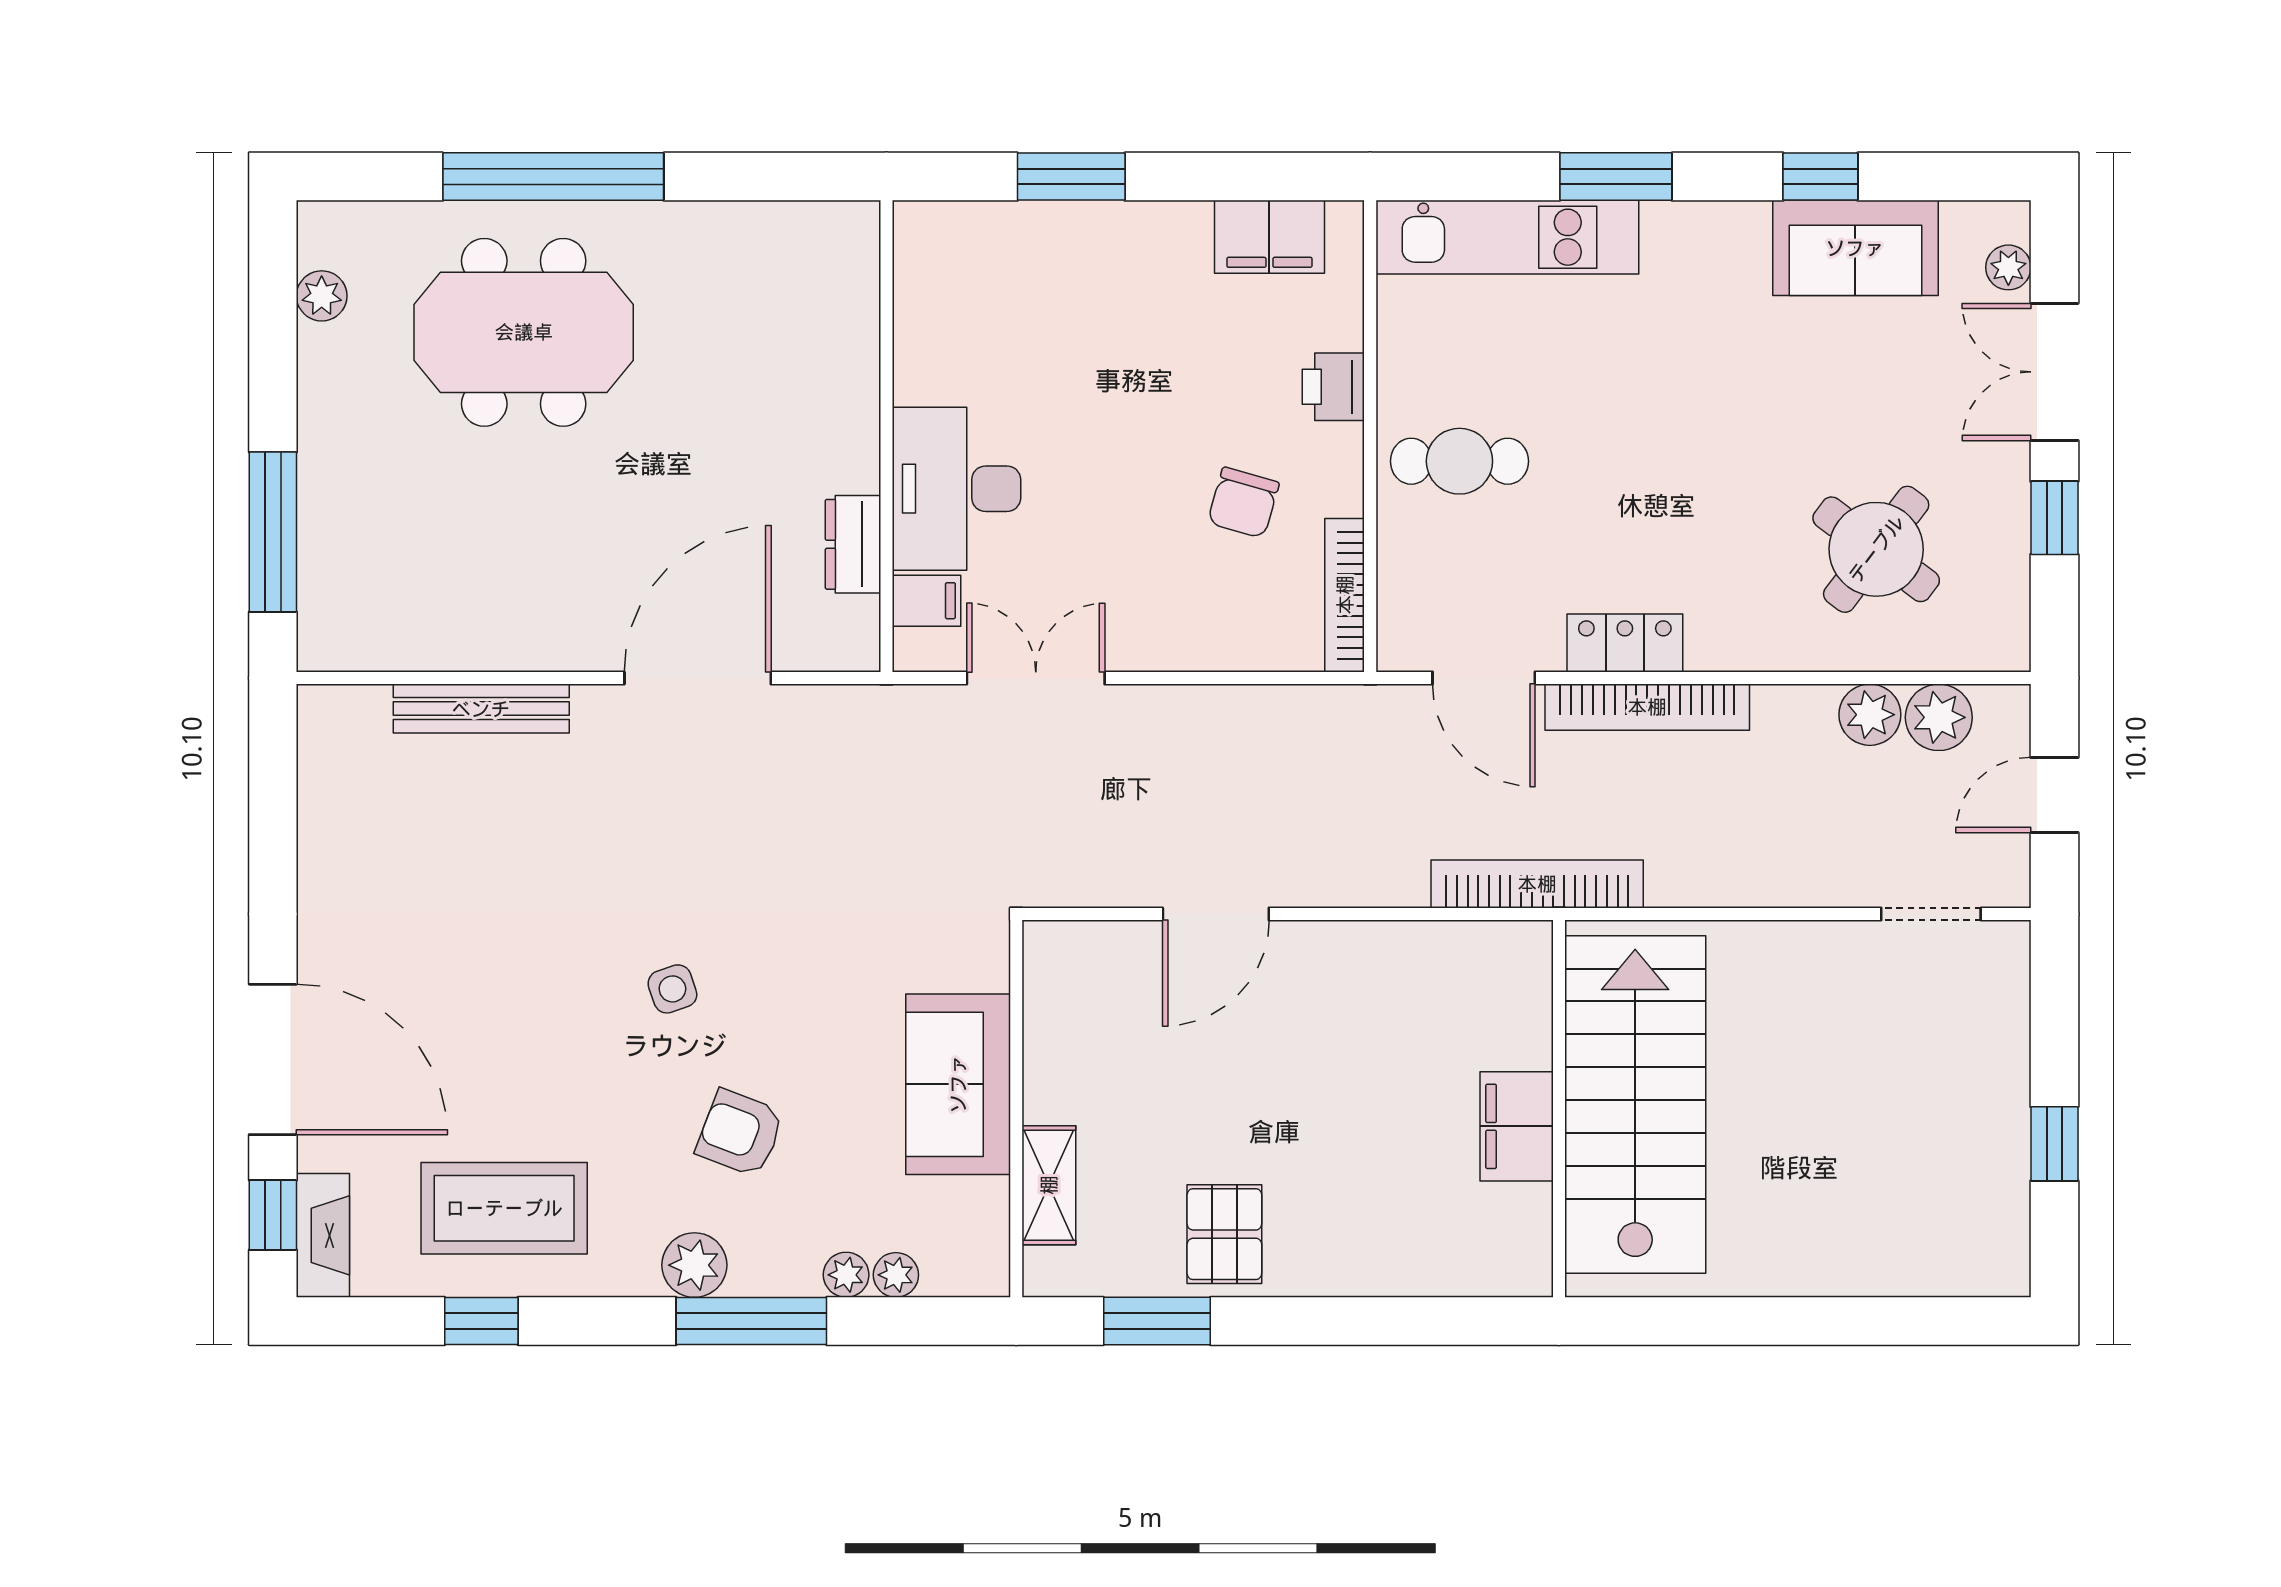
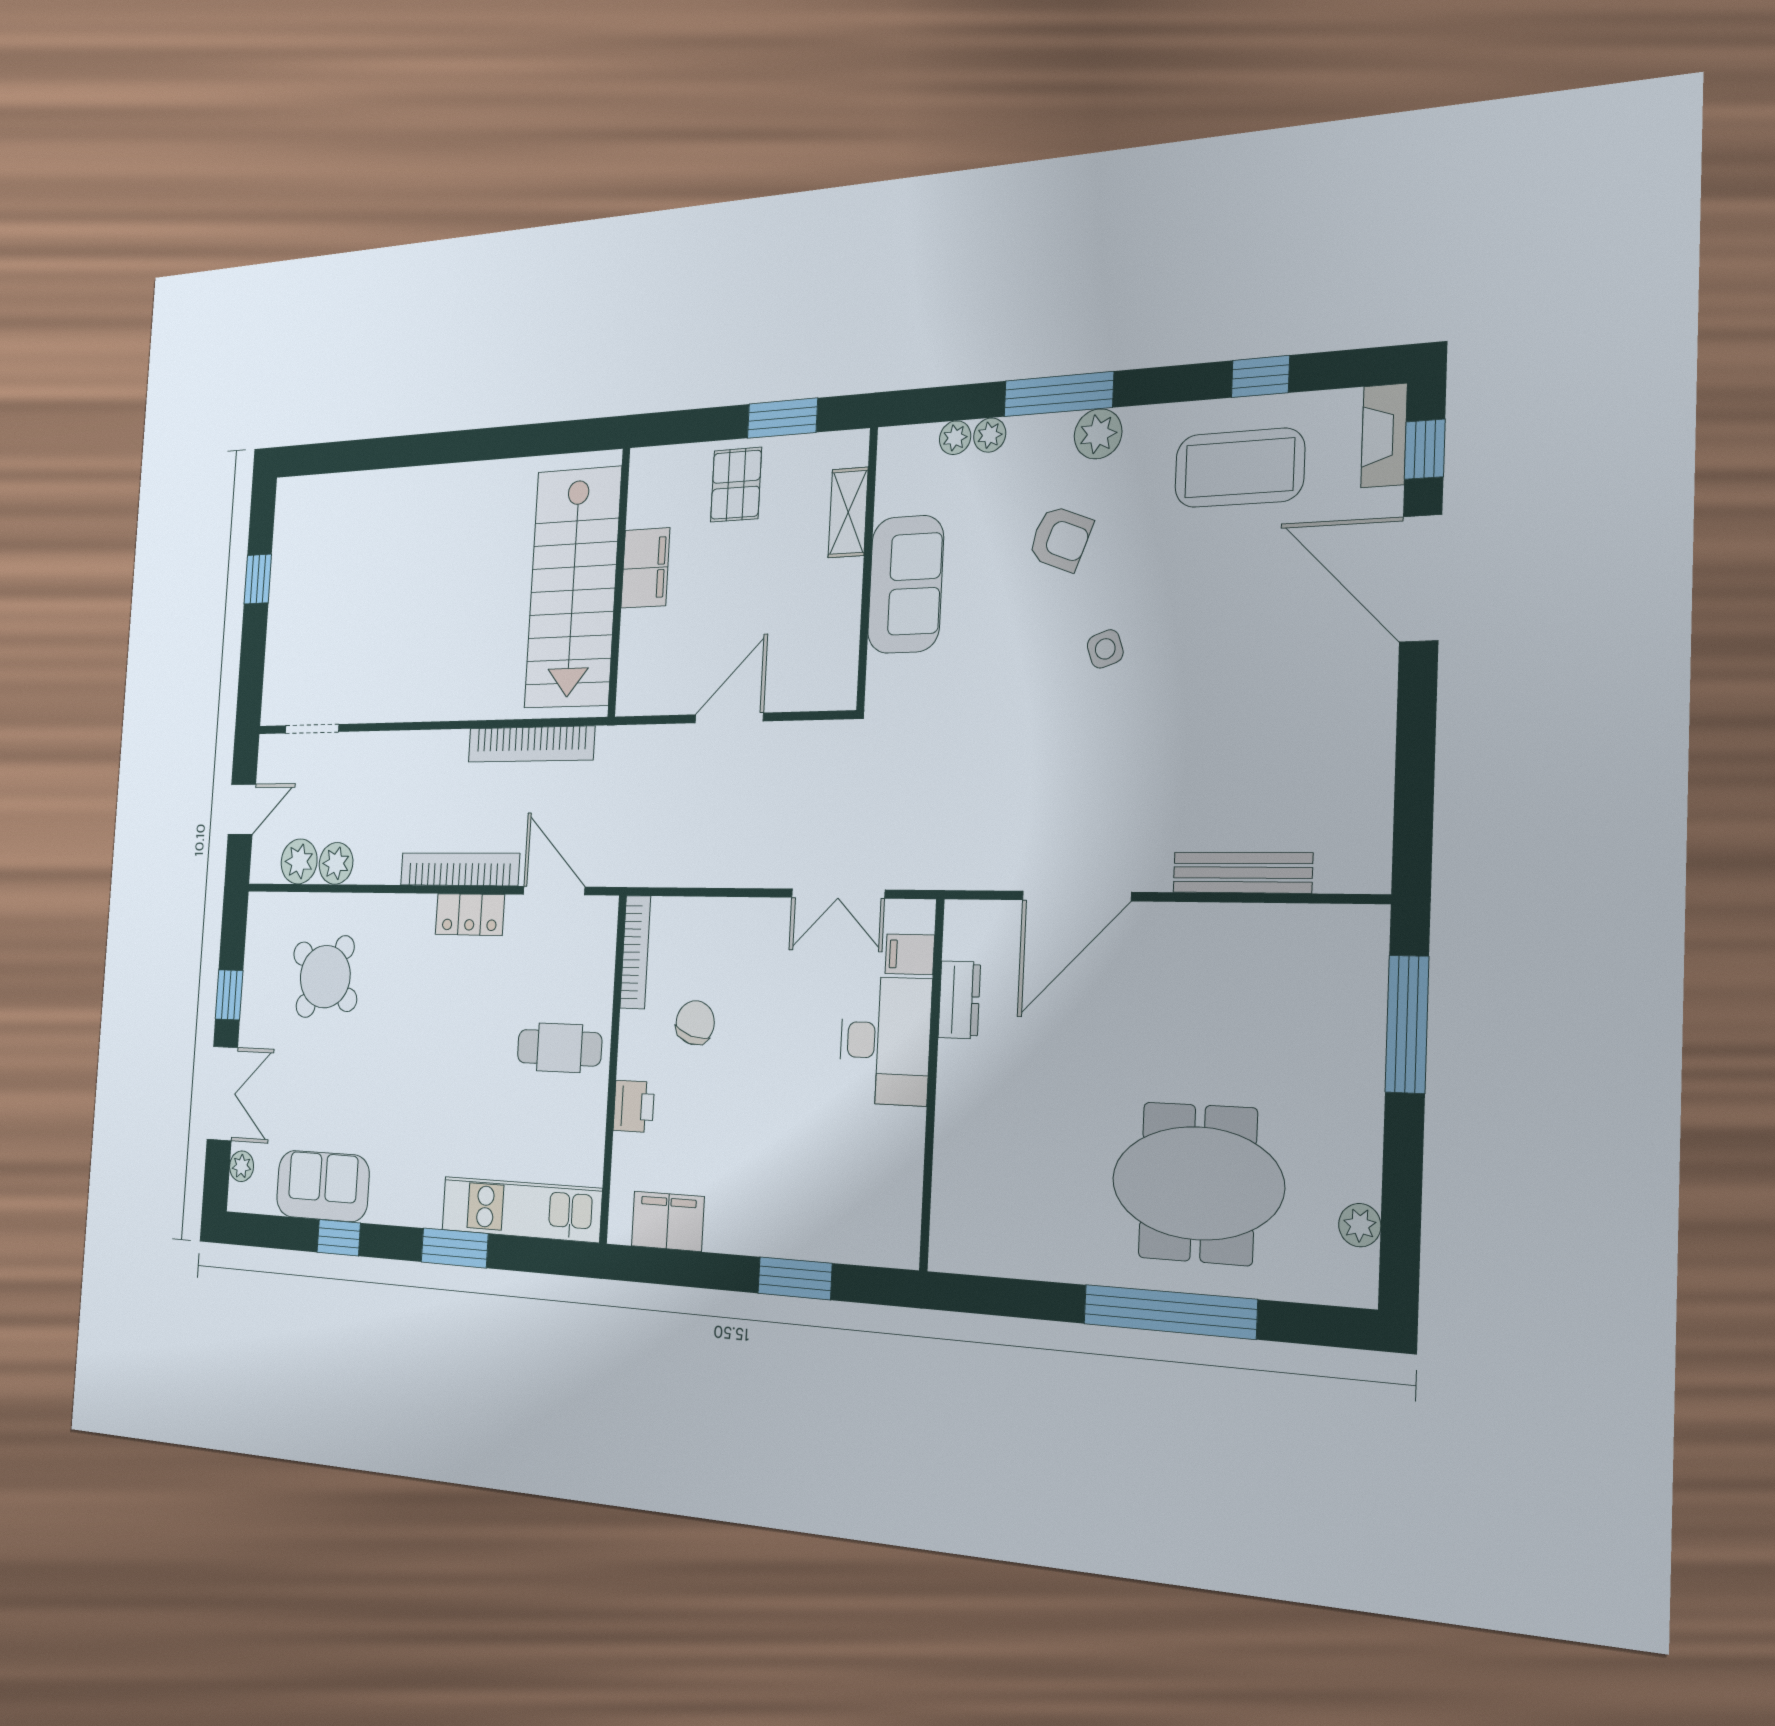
stairs: (1635, 1104) -> (573, 587), moved
wall: (1559, 1109) -> (619, 582), moved
filing cabinet: (1517, 1126) -> (645, 568), moved

